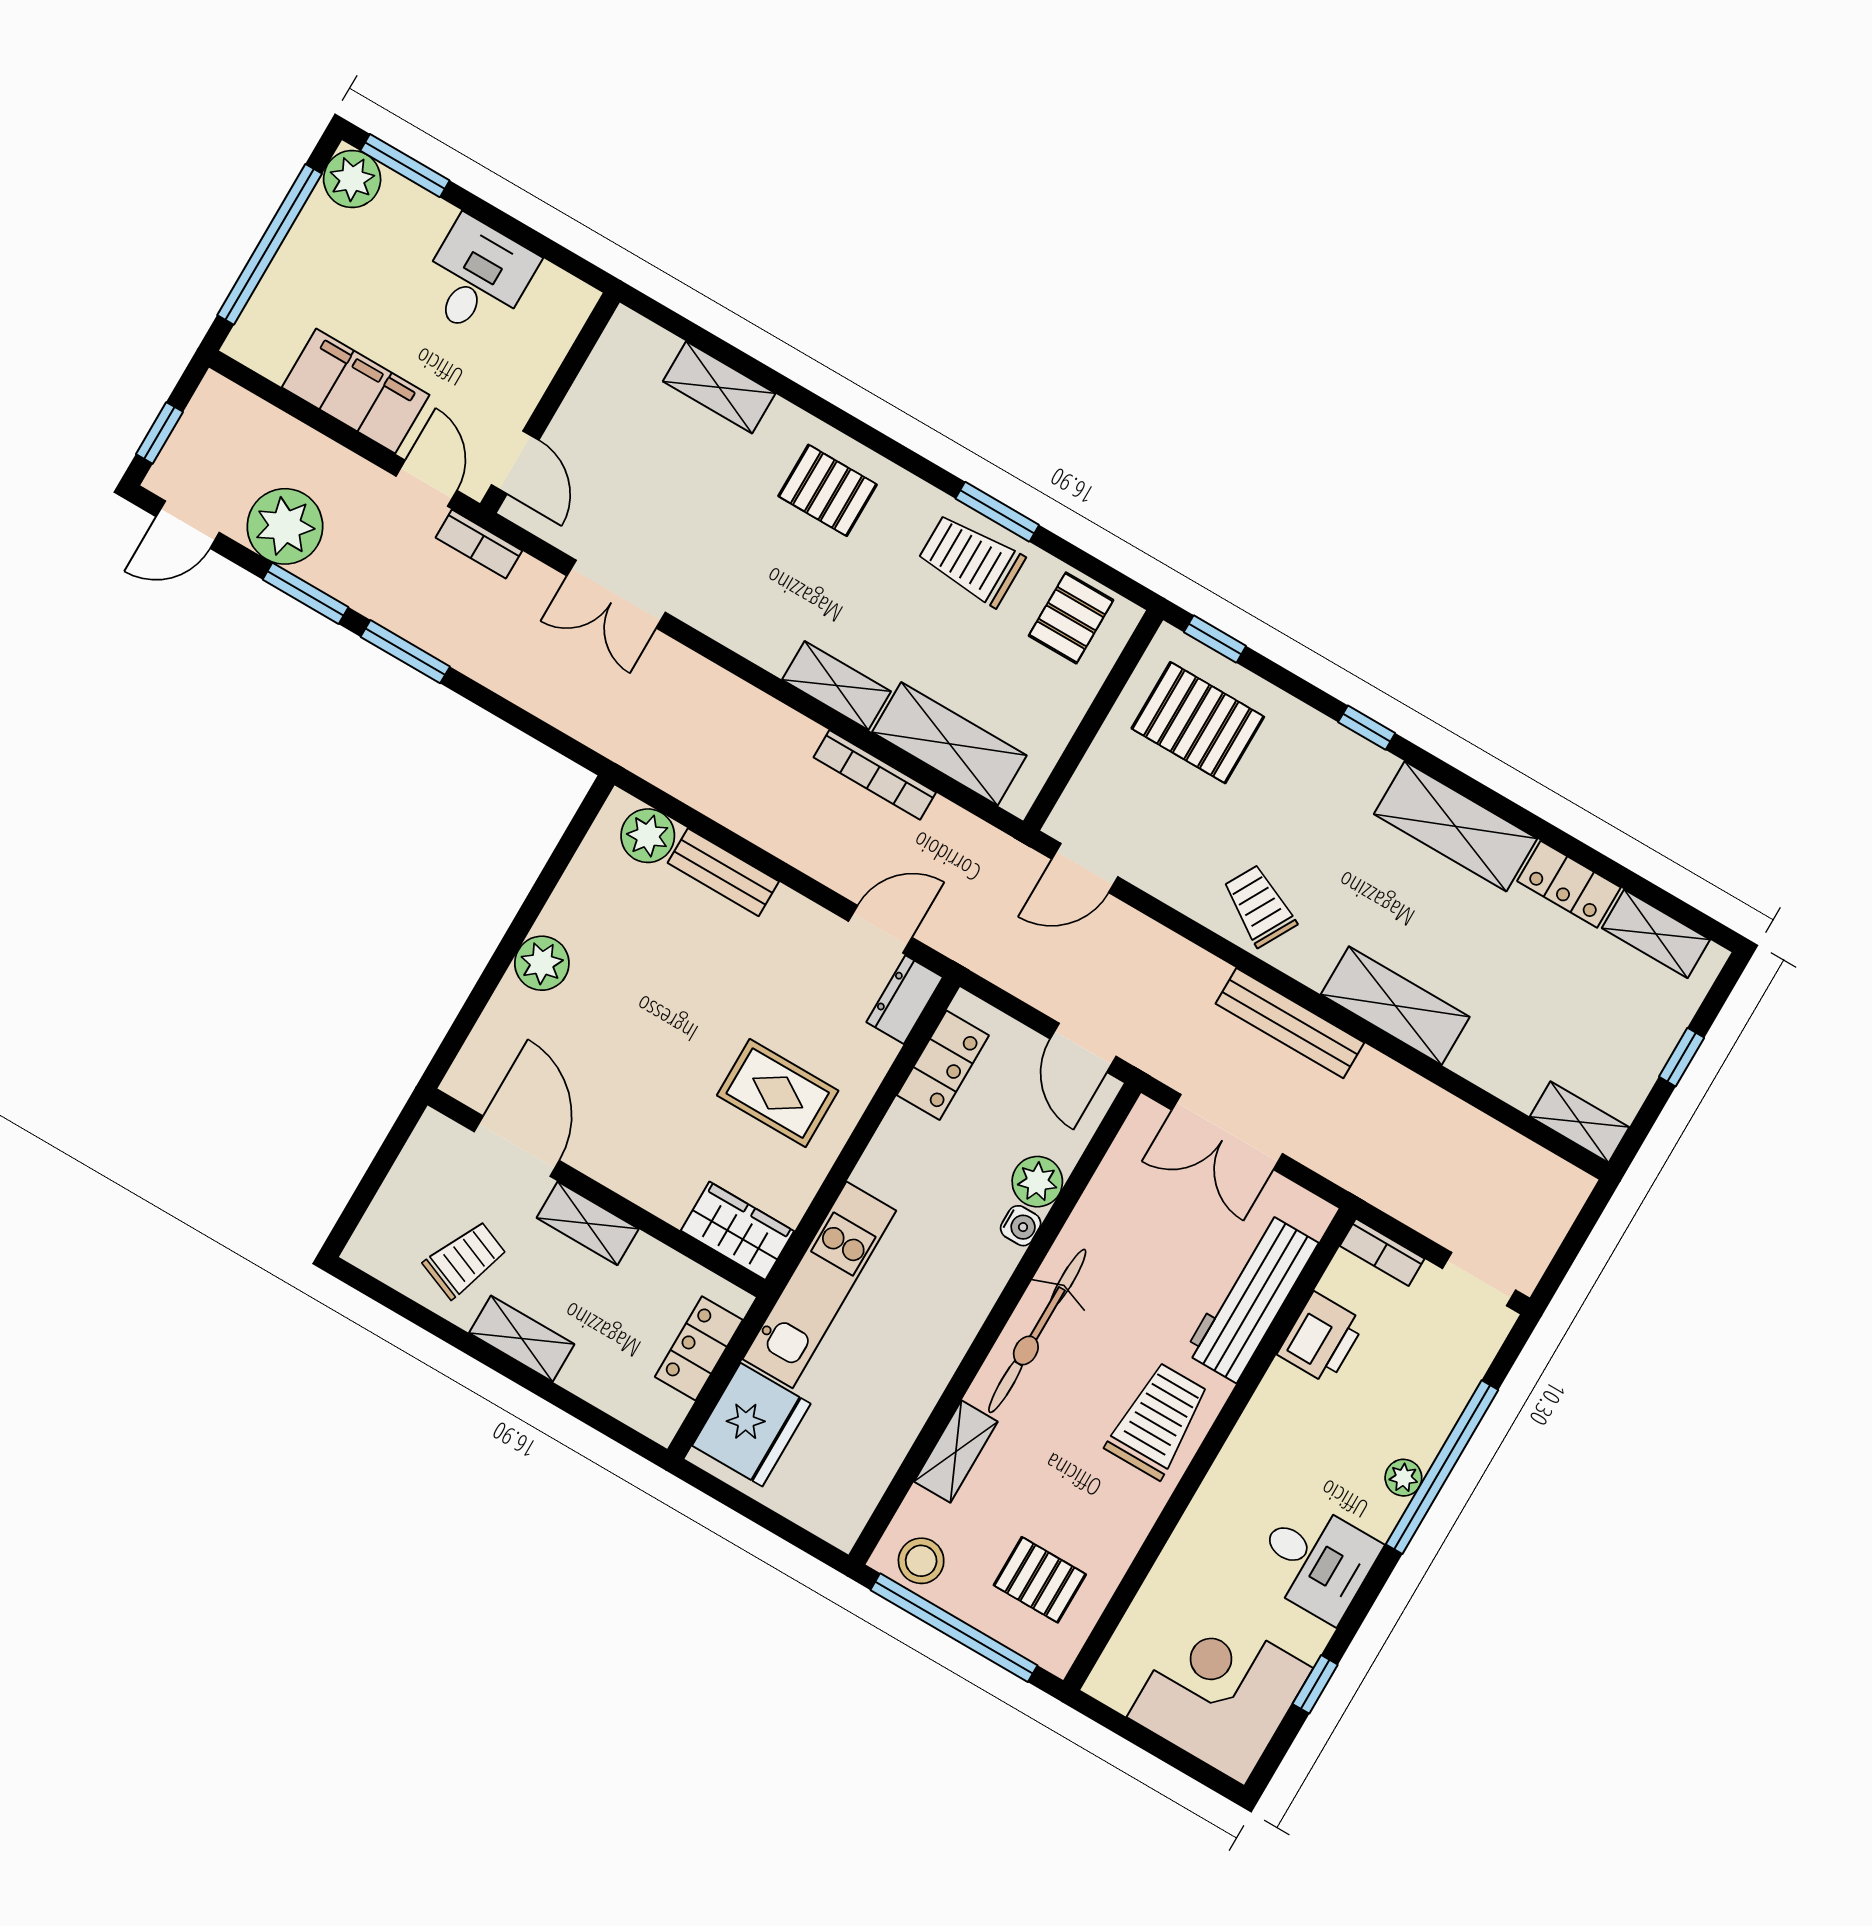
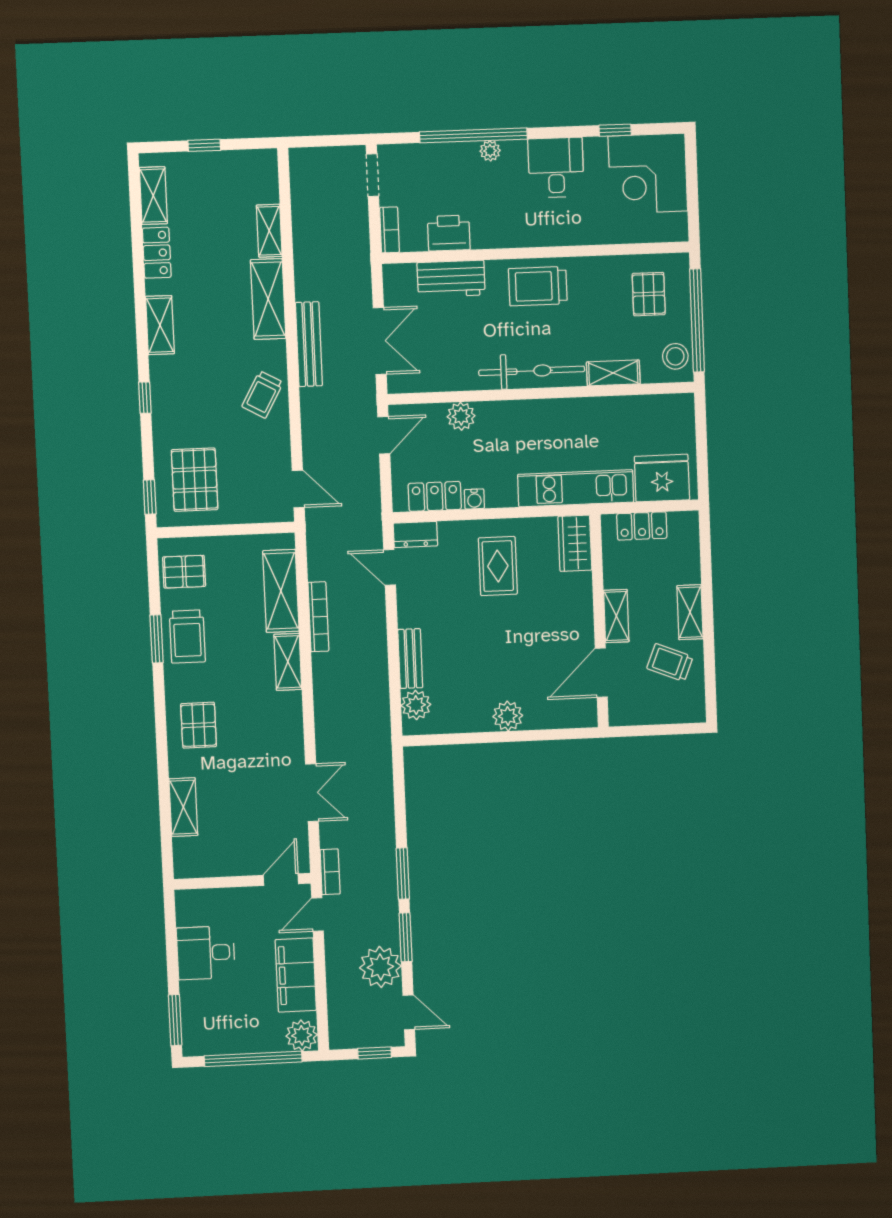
plant: (352, 179) -> (302, 1035), moved
shelving: (1455, 826) -> (160, 325), width x0.67, depth x0.75
shelving: (1579, 1122) -> (269, 231), moved
water cooler: (1021, 1226) -> (474, 499), moved, turned 180
workbench: (1251, 1298) -> (451, 279), width x0.73

